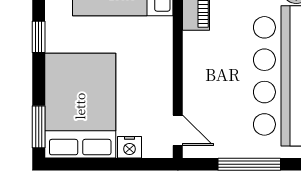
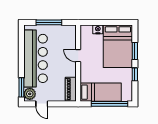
window: (39, 127) -> (135, 51), moved
door: (178, 130) -> (78, 56), moved

